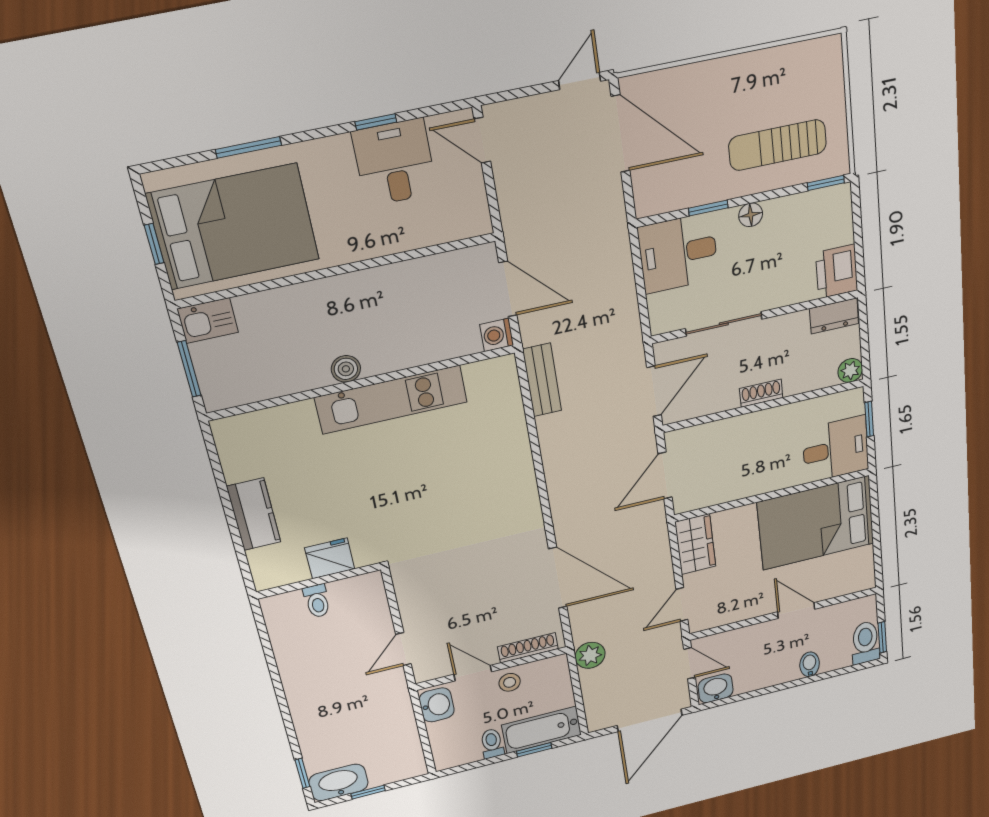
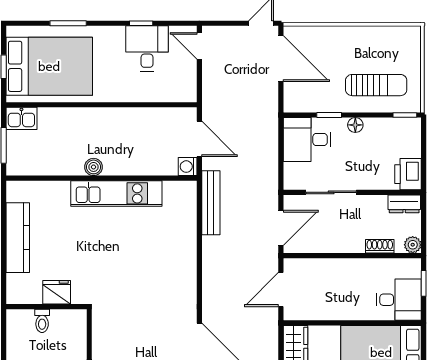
sun lounger: (778, 145) -> (376, 85), turned 180
bench: (542, 380) -> (211, 203), width x1.36
shoe rack: (761, 393) -> (380, 246), moved
kitchen counter: (254, 514) -> (18, 238), width x1.50

